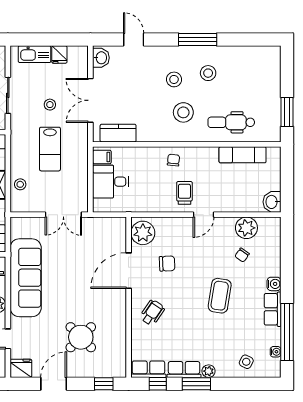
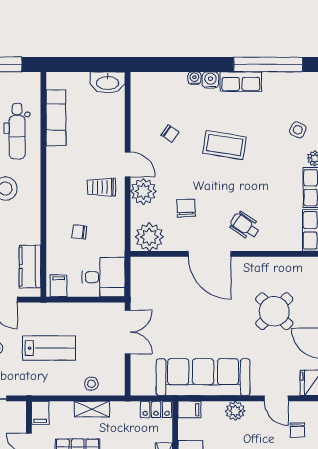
chair: (173, 160) -> (79, 232), moved
desk: (111, 182) -> (103, 277), moved, turned -90
washbasin: (272, 202) -> (108, 82), width x1.38
plant: (246, 228) -> (143, 191), moved
chair: (242, 255) -> (170, 134), moved
door: (129, 271) -> (210, 254), moved
water cooler: (276, 352) -> (194, 78), moved
side table: (246, 362) -> (298, 130), moved

